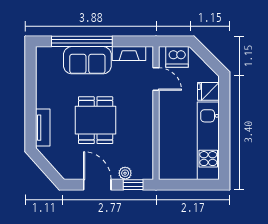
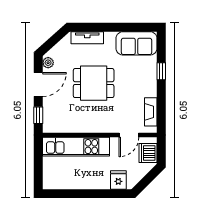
window: (82, 41) -> (161, 71), width x0.32
sofa: (87, 60) -> (137, 43), moved, turned -90
kitchen unit: (208, 141) -> (76, 147), moved, turned 180
plant: (125, 173) -> (48, 63), moved

